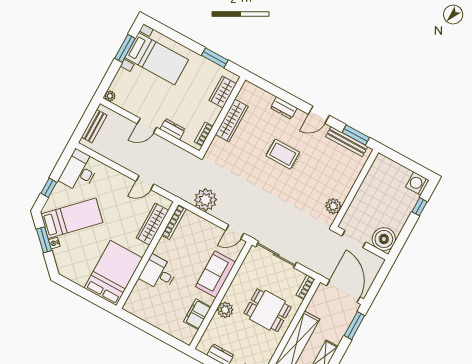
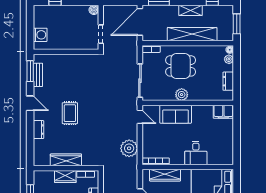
wardrobe: (223, 92) -> (65, 176), moved
bench: (347, 142) -> (38, 75), width x0.73
washing machine: (417, 184) -> (40, 35), moved, turned -90
plant: (333, 206) -> (86, 60), removed
boiler: (384, 239) -> (94, 10), width x0.54, depth x0.54
plant: (225, 310) -> (182, 95), moved
dining table: (267, 310) -> (181, 66), turned 90
filing cabinet: (197, 314) -> (223, 112), moved

